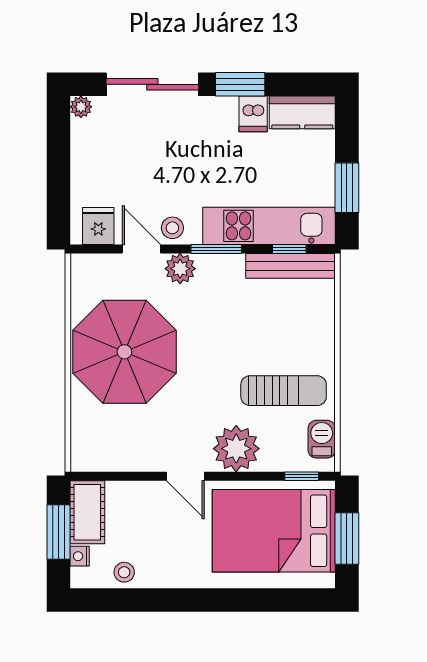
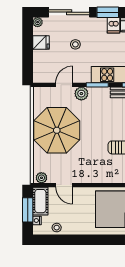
fridge: (98, 226) -> (41, 43), moved, turned 90
stool: (172, 228) -> (75, 44), moved
door: (141, 249) -> (64, 85), hinge flipped
plant: (236, 449) -> (41, 178), moved, width x0.53, depth x0.53
door: (185, 476) -> (64, 185), moved

